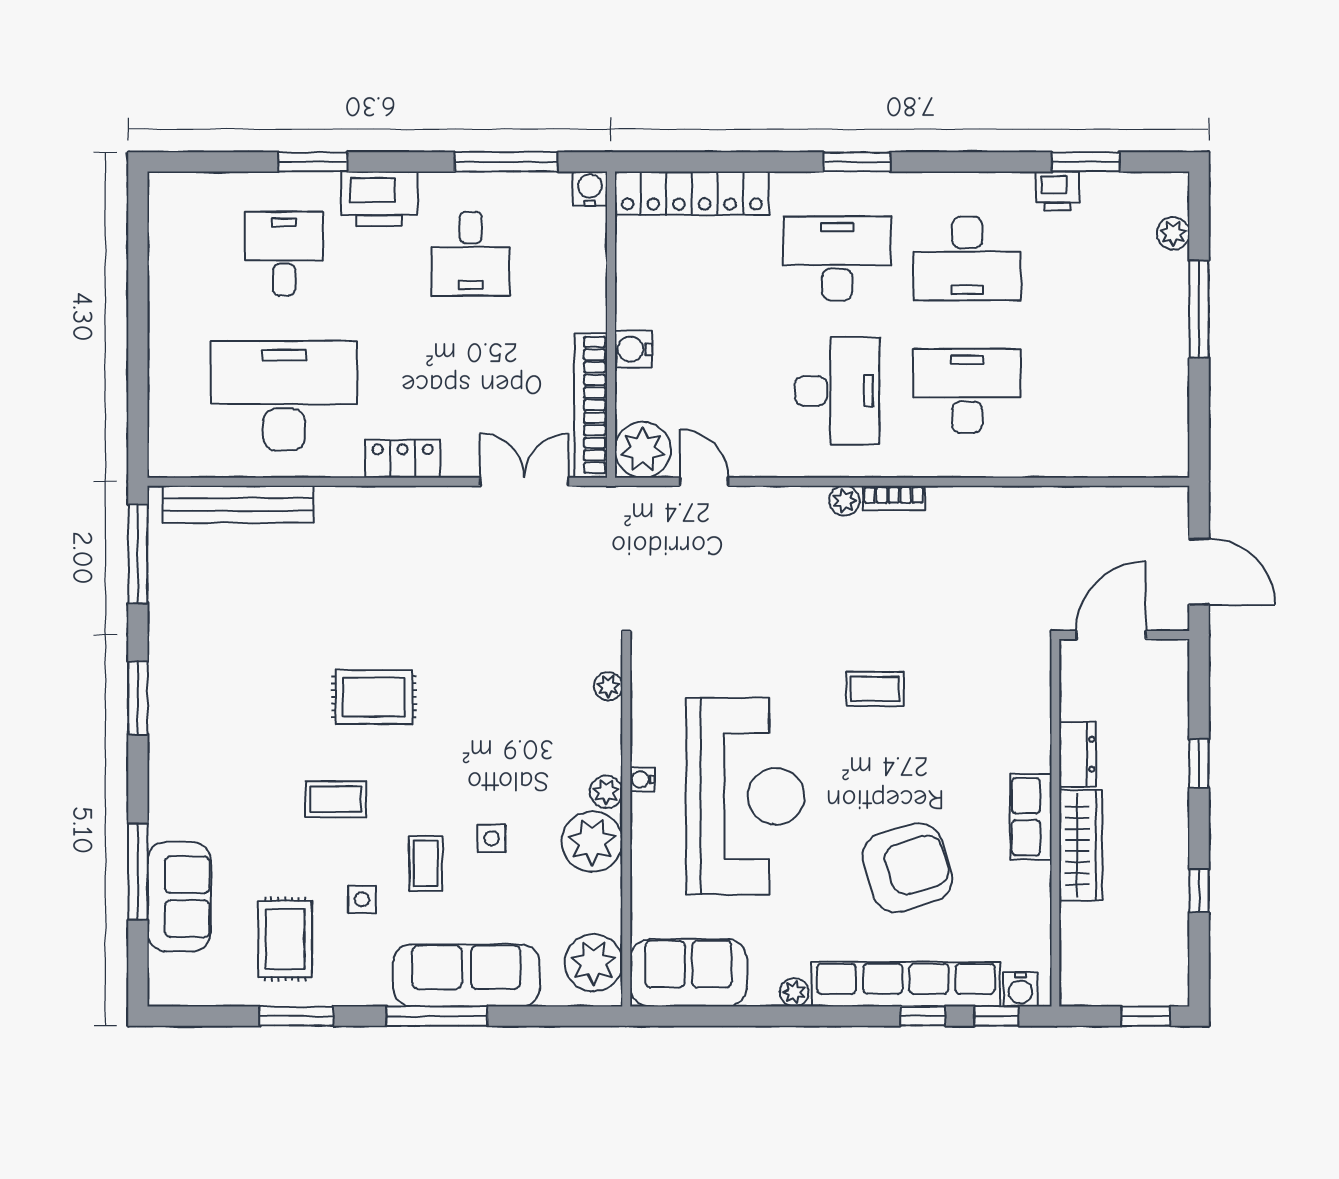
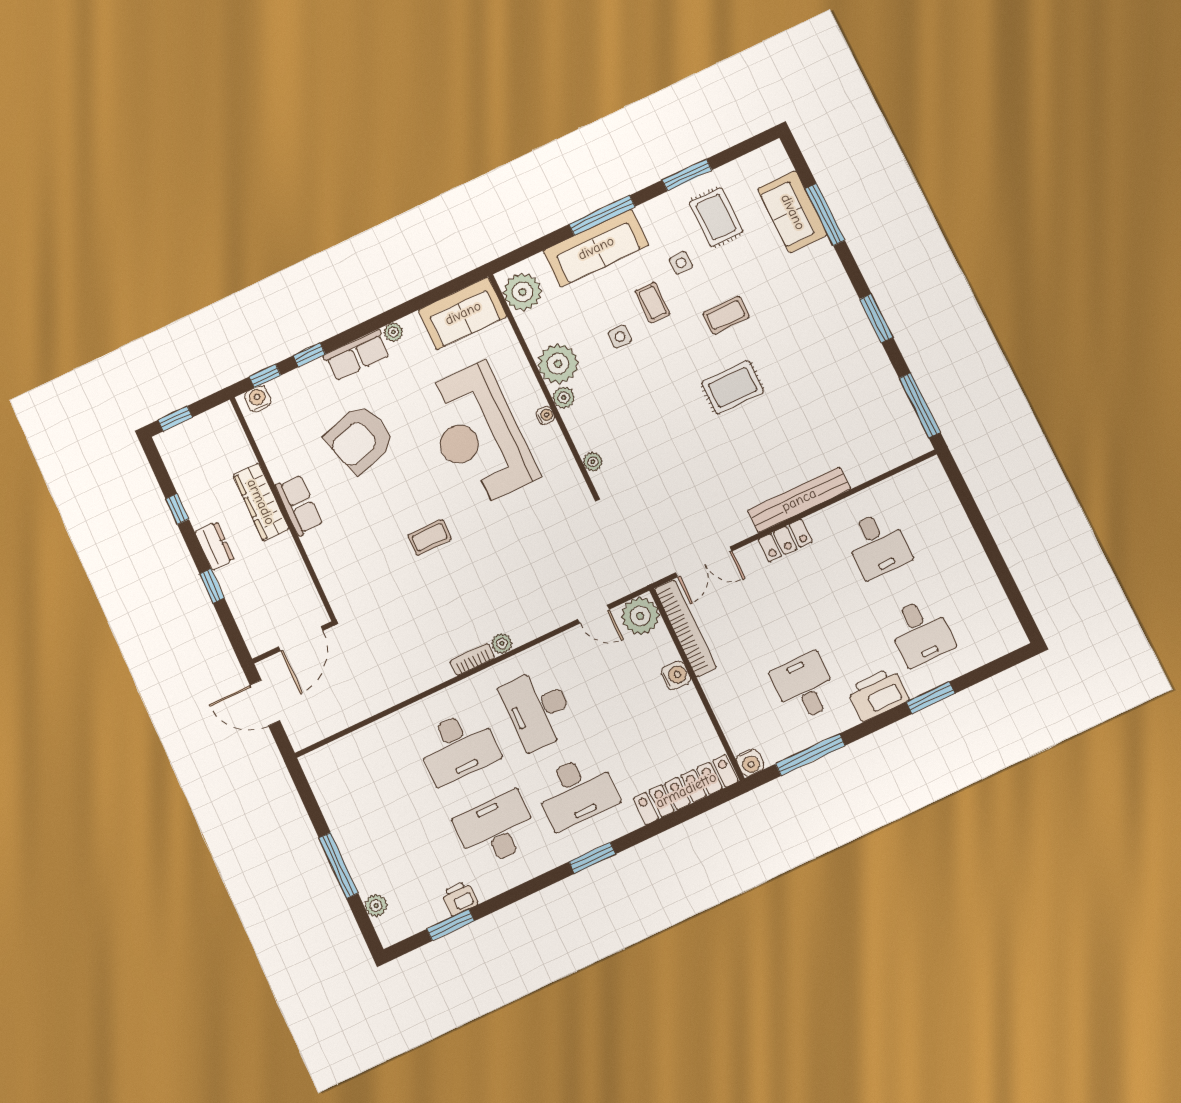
desk: (284, 396) -> (877, 545), width x0.53, depth x0.77
bench: (238, 504) -> (799, 500), moved
dresser: (1077, 754) -> (214, 546), moved, turned 180
row of seats: (906, 984) -> (357, 355), width x0.50

